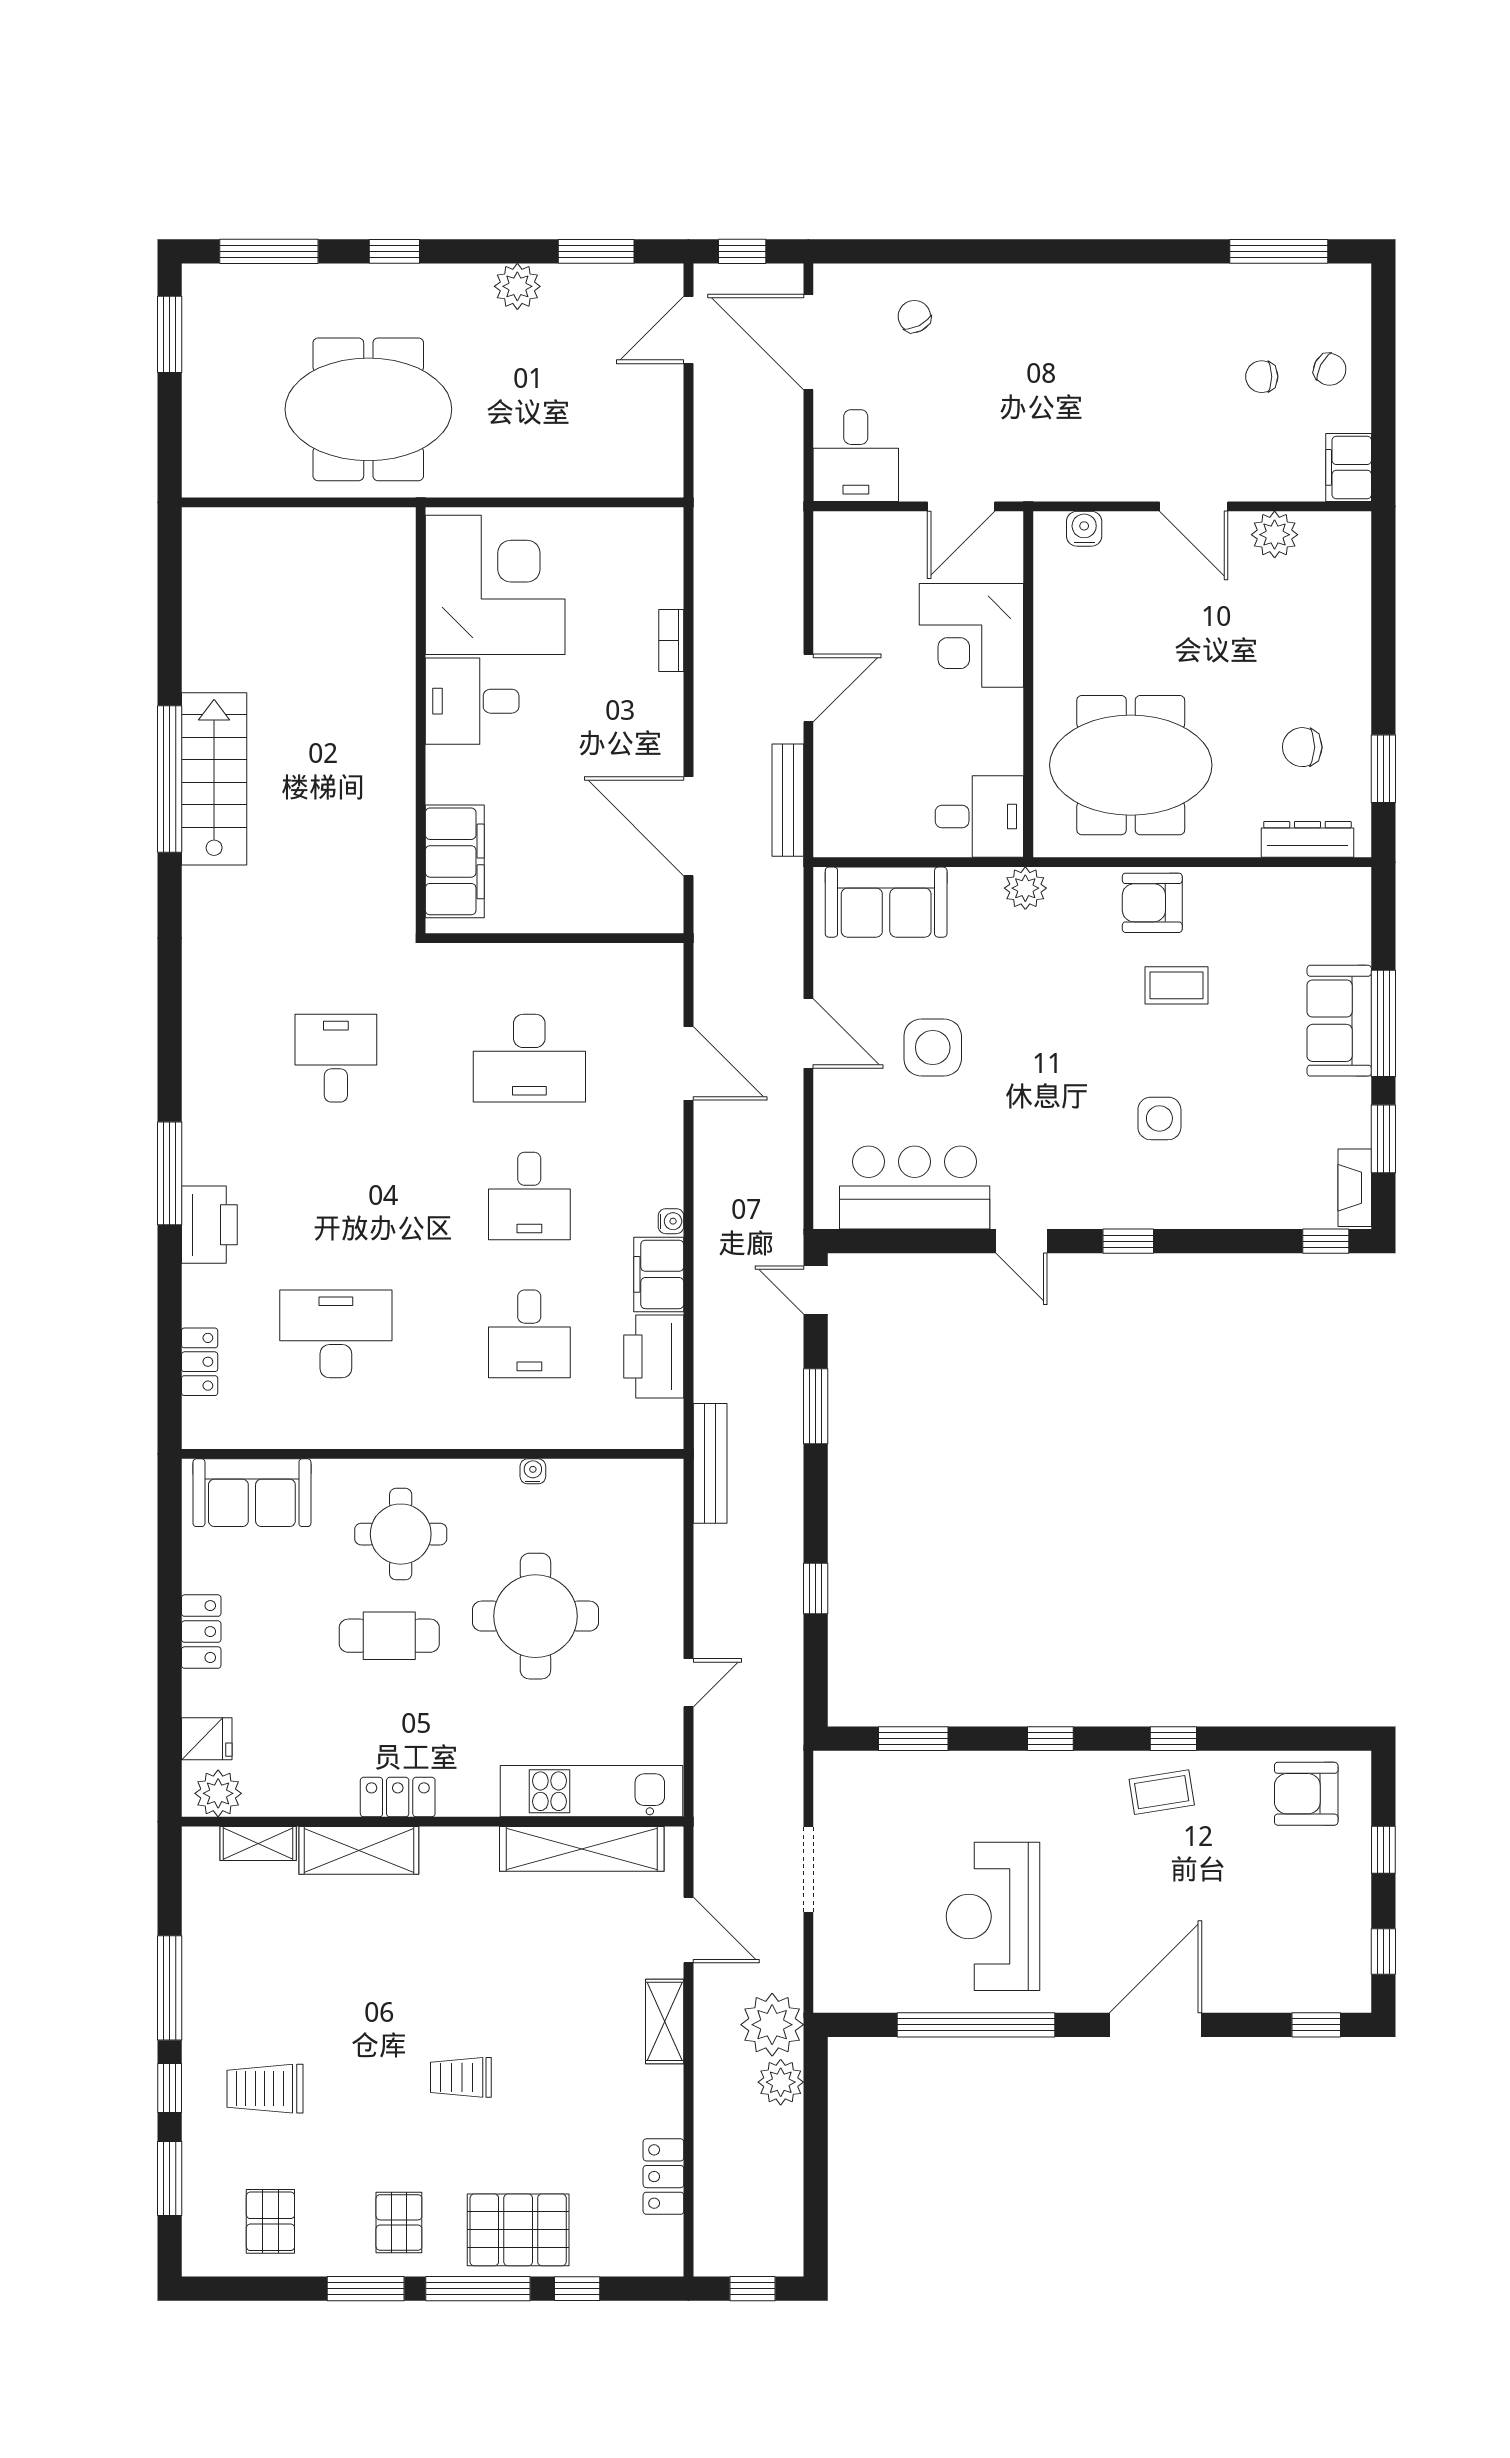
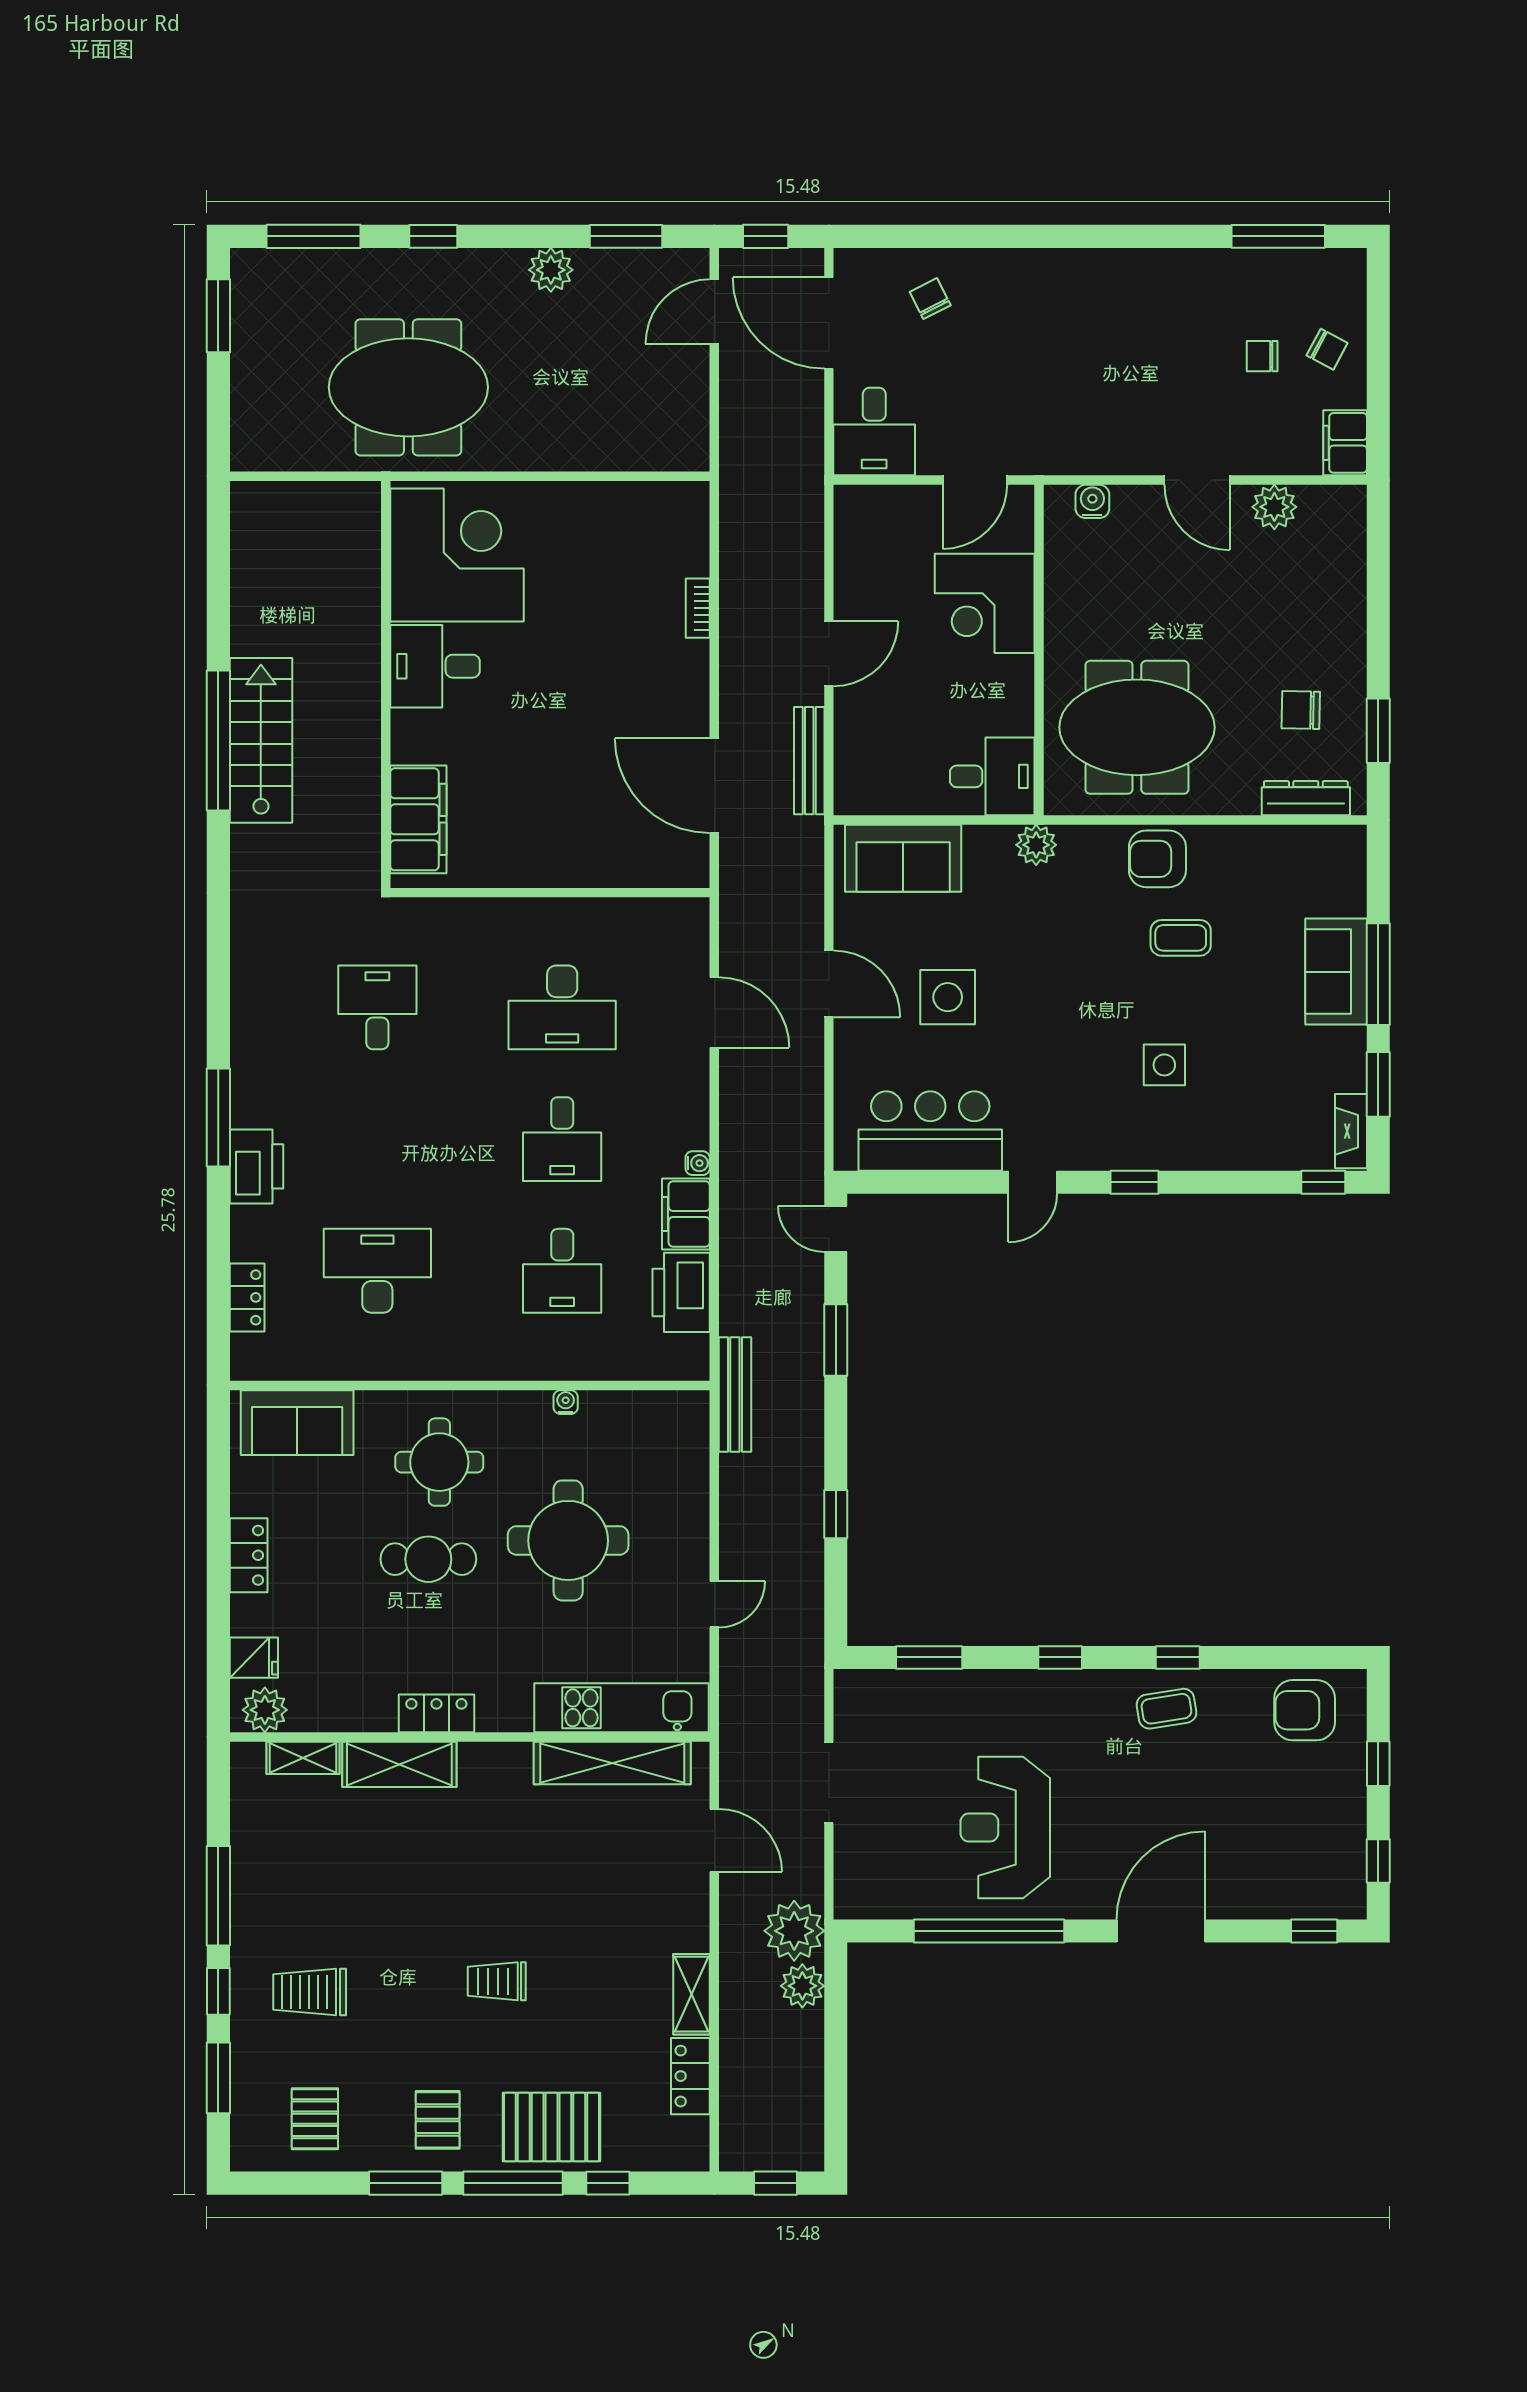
corner desk: (495, 585) -> (457, 555), moved
desk: (472, 701) -> (435, 666), moved
wall: (421, 720) -> (386, 684), moved
filing cabinet: (455, 861) -> (418, 819), moved
door: (1022, 1241) -> (1033, 1182), hinge flipped
shelving: (665, 2021) -> (691, 1994), moved

